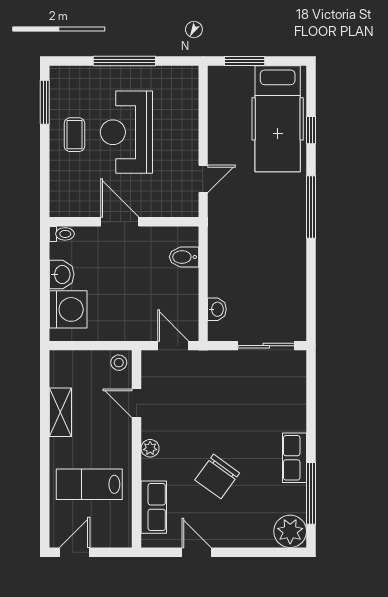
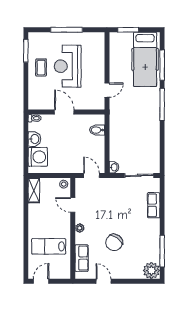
window: (311, 130) -> (162, 65), width x2.17
washbasin: (217, 309) -> (114, 167), moved
shelving: (60, 412) -> (34, 190), moved
row of seats: (295, 458) -> (154, 205), moved

